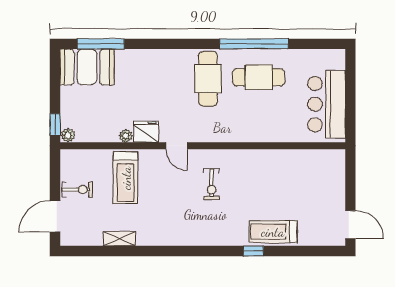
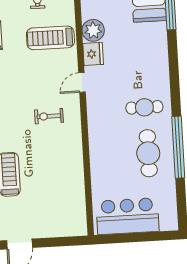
cafe table: (208, 79) -> (144, 107), width x0.73, depth x0.74
plant: (126, 136) -> (93, 30), width x1.87, depth x1.87

